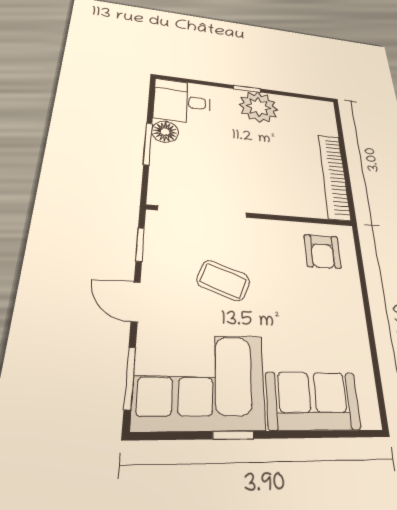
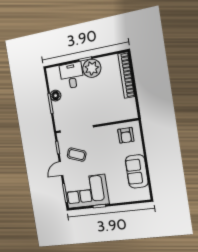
desk: (182, 101) -> (72, 75), moved, turned 90
bookcase: (334, 176) -> (126, 75), moved
coffee table: (223, 281) -> (77, 155), moved
door: (136, 302) -> (61, 169), hinge flipped
sofa: (313, 401) -> (137, 171), moved, turned -90

